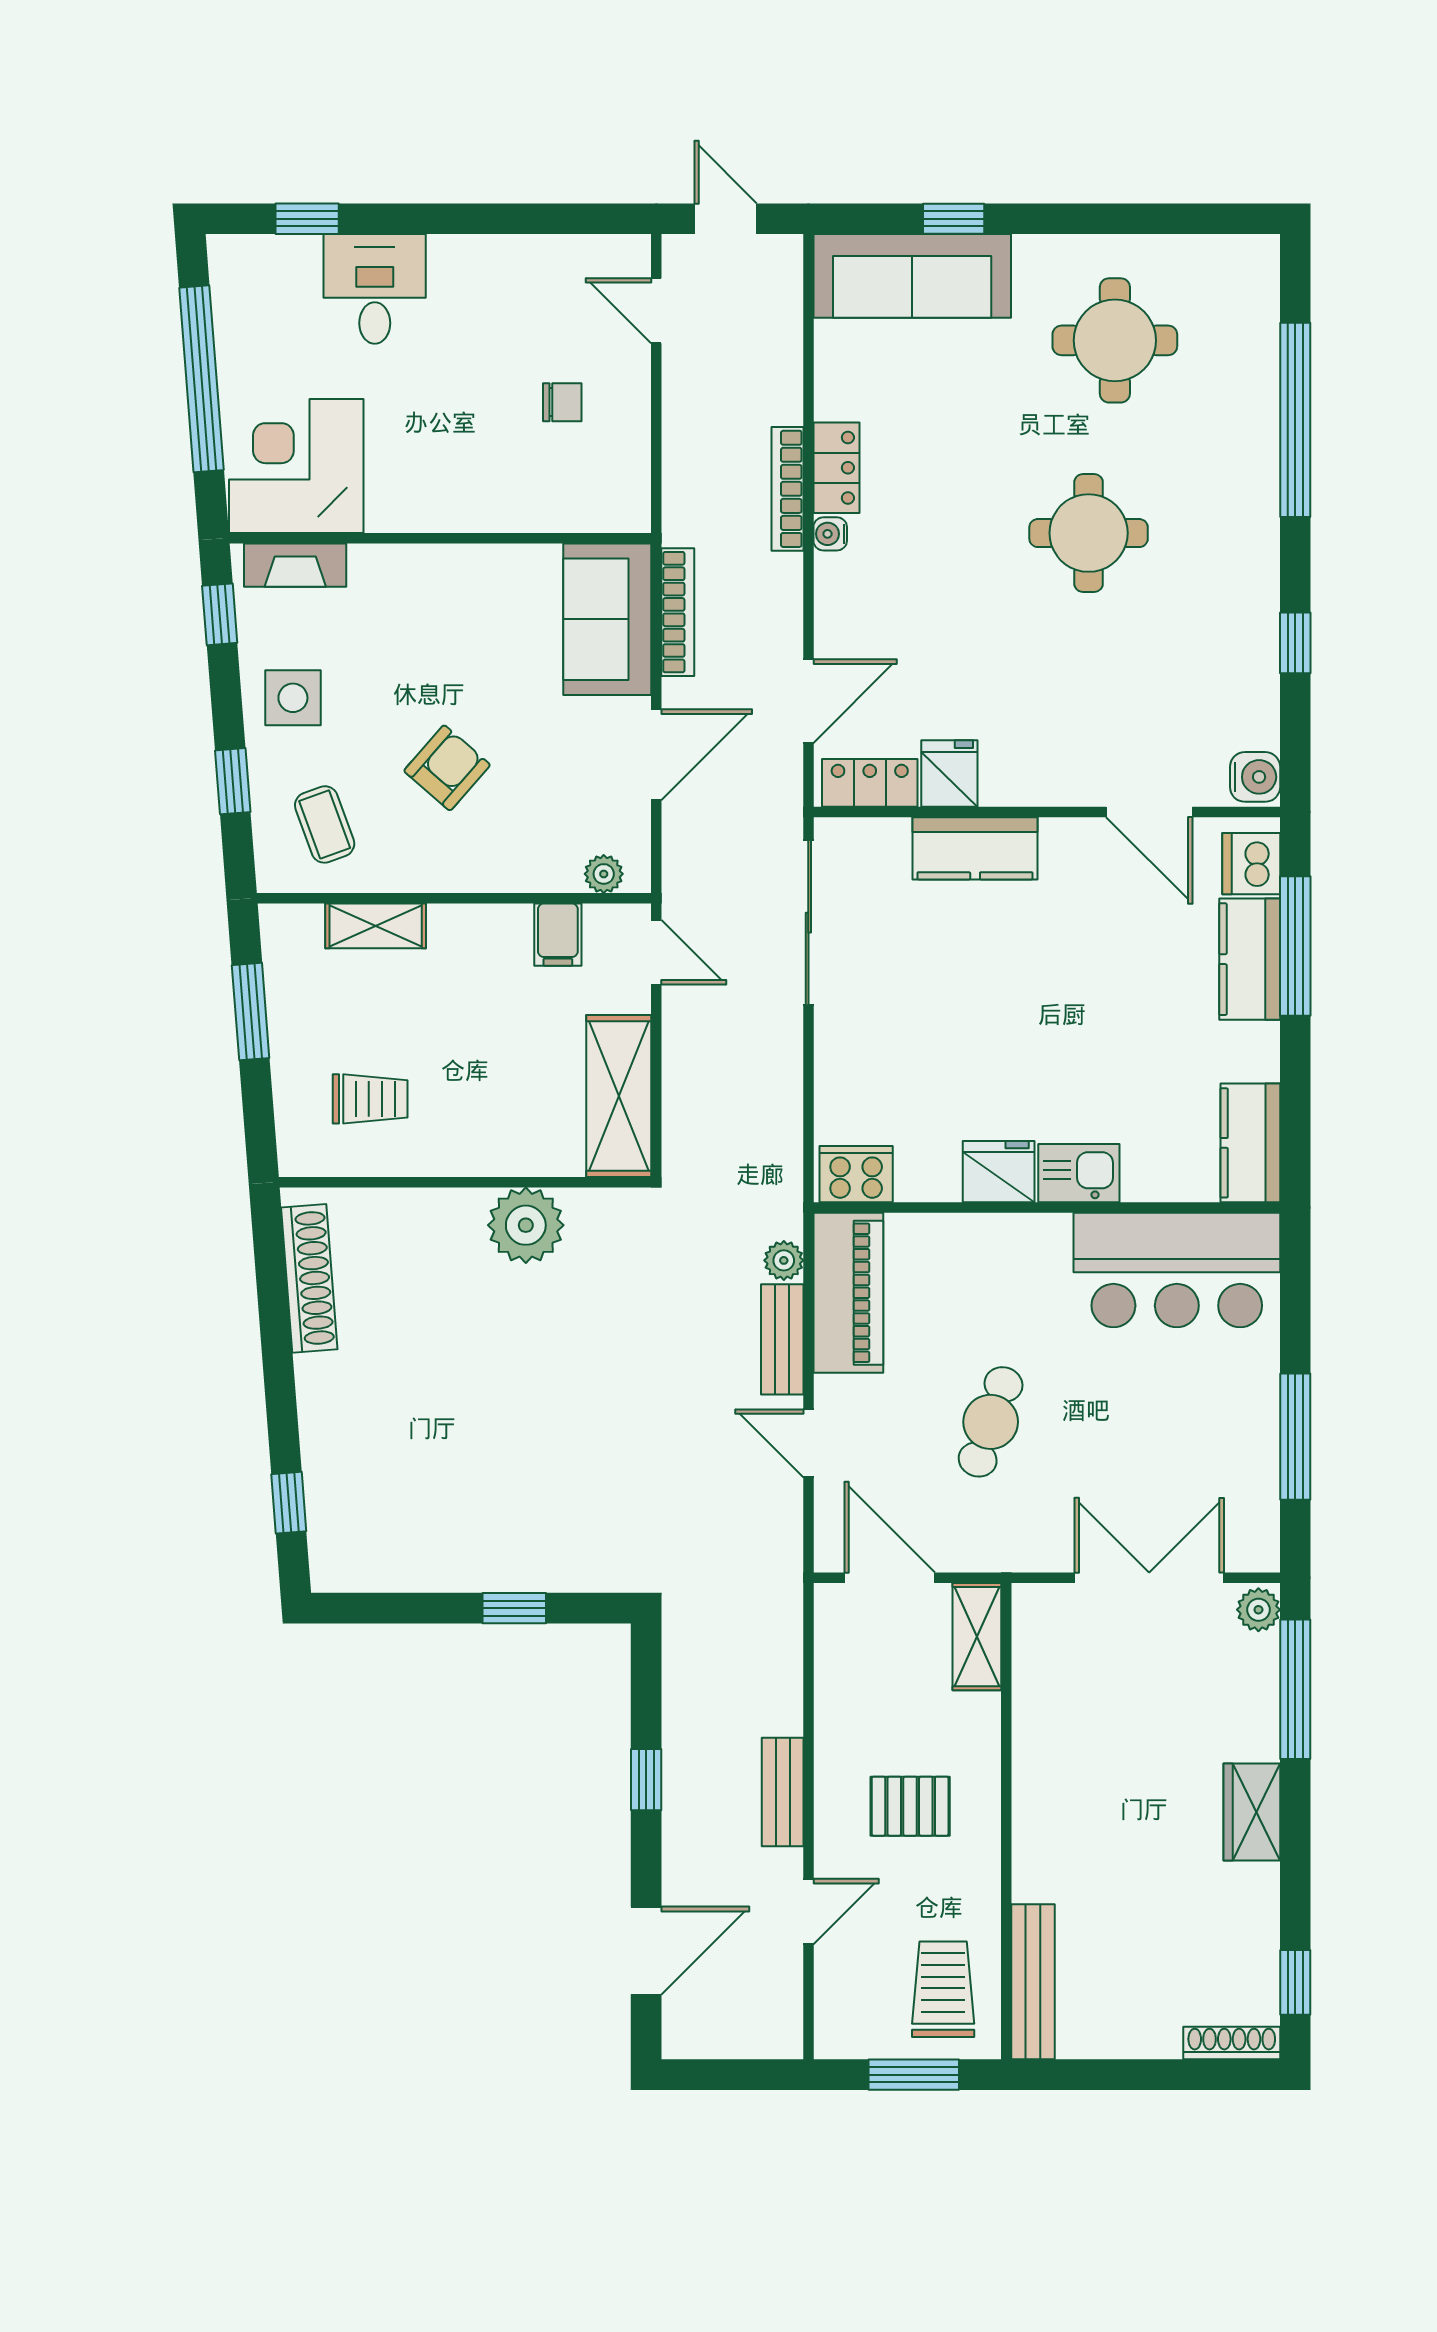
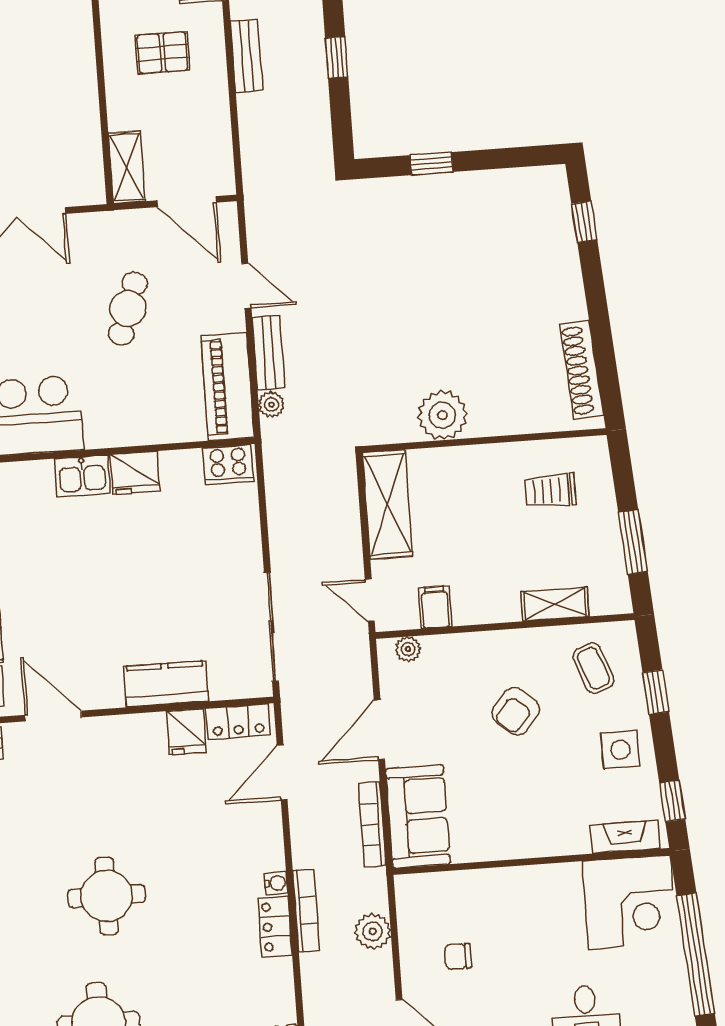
plant: (689, 450) -> (373, 931), added

